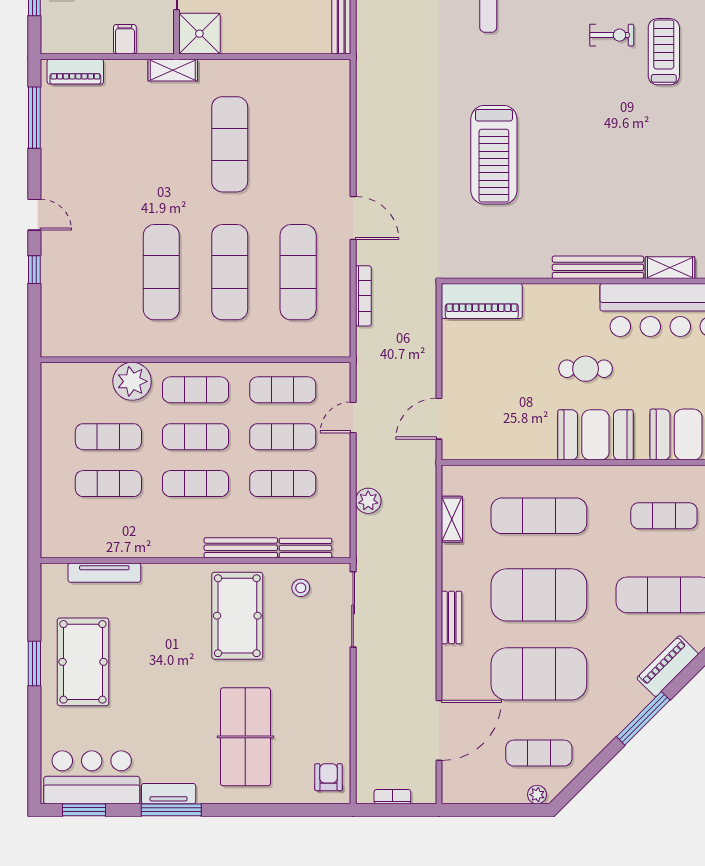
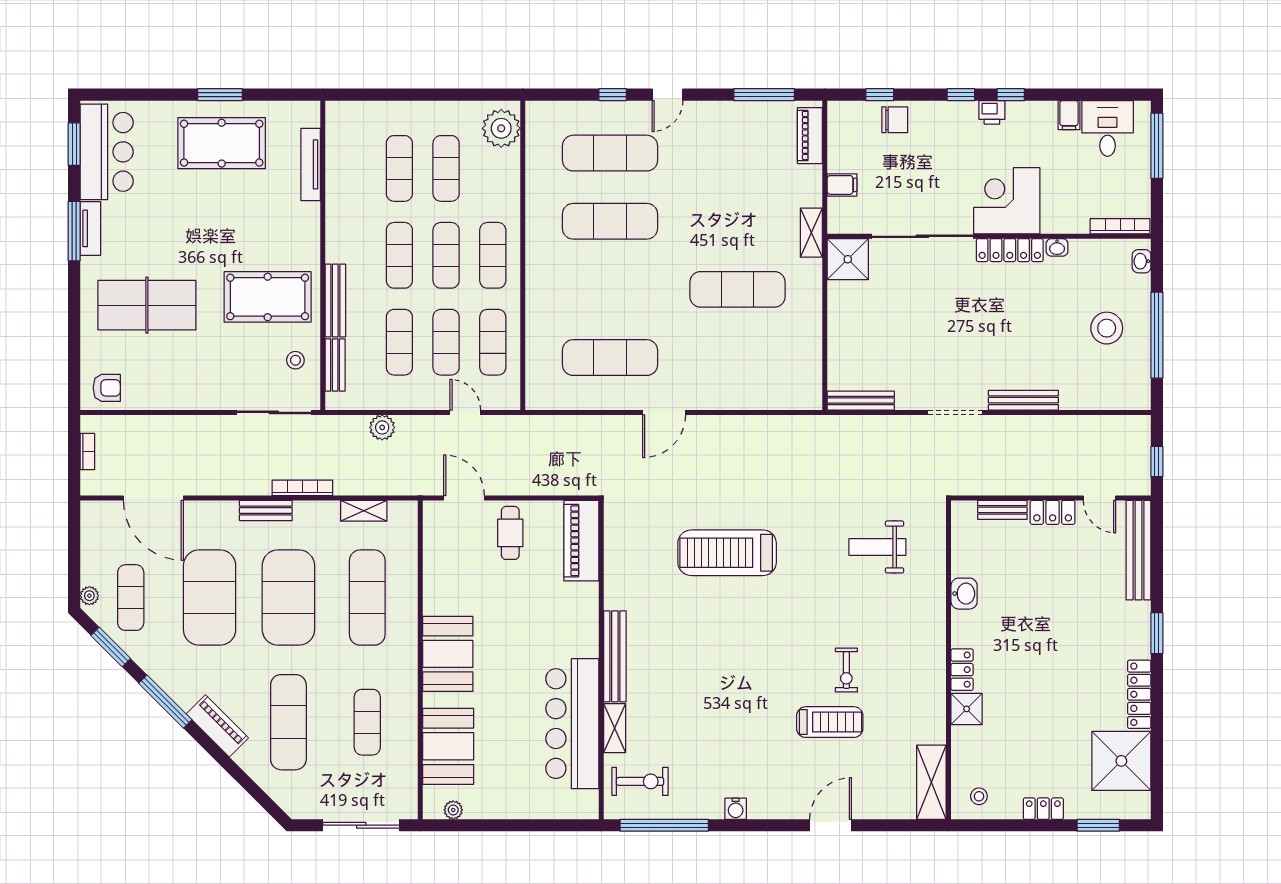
exercise mat: (230, 272) -> (610, 153), moved
bookcase: (363, 296) -> (302, 488), moved, turned 180
cafe table: (586, 369) -> (510, 533), moved
plant: (132, 381) -> (501, 128), moved
window: (589, 773) -> (111, 647), added

